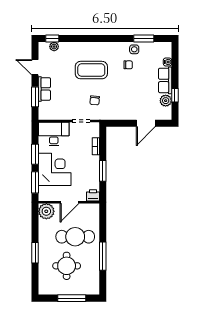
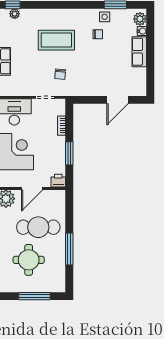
window: (175, 95) -> (150, 68), removed
plant: (166, 101) -> (140, 19), moved

